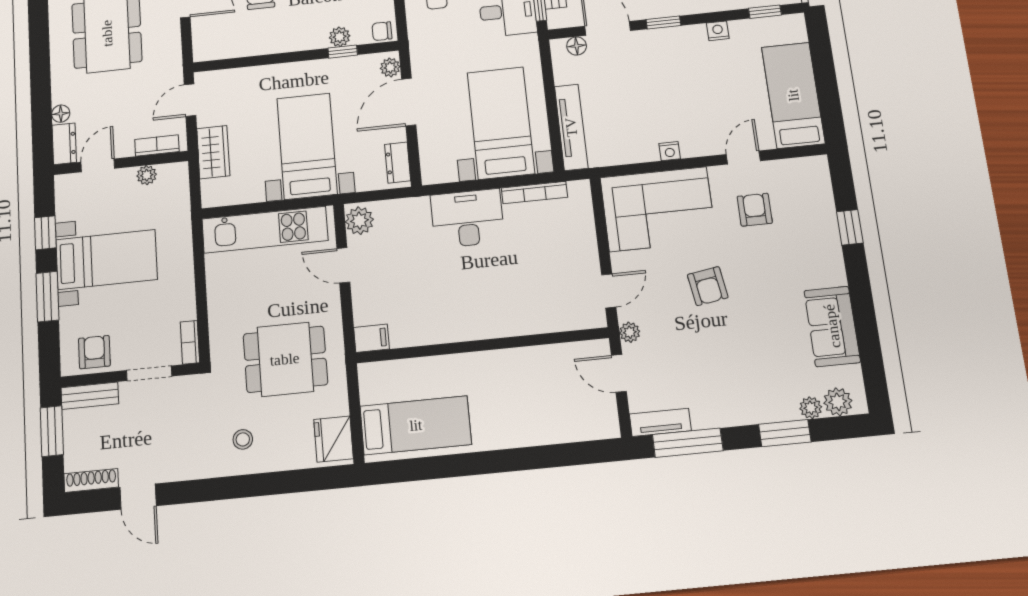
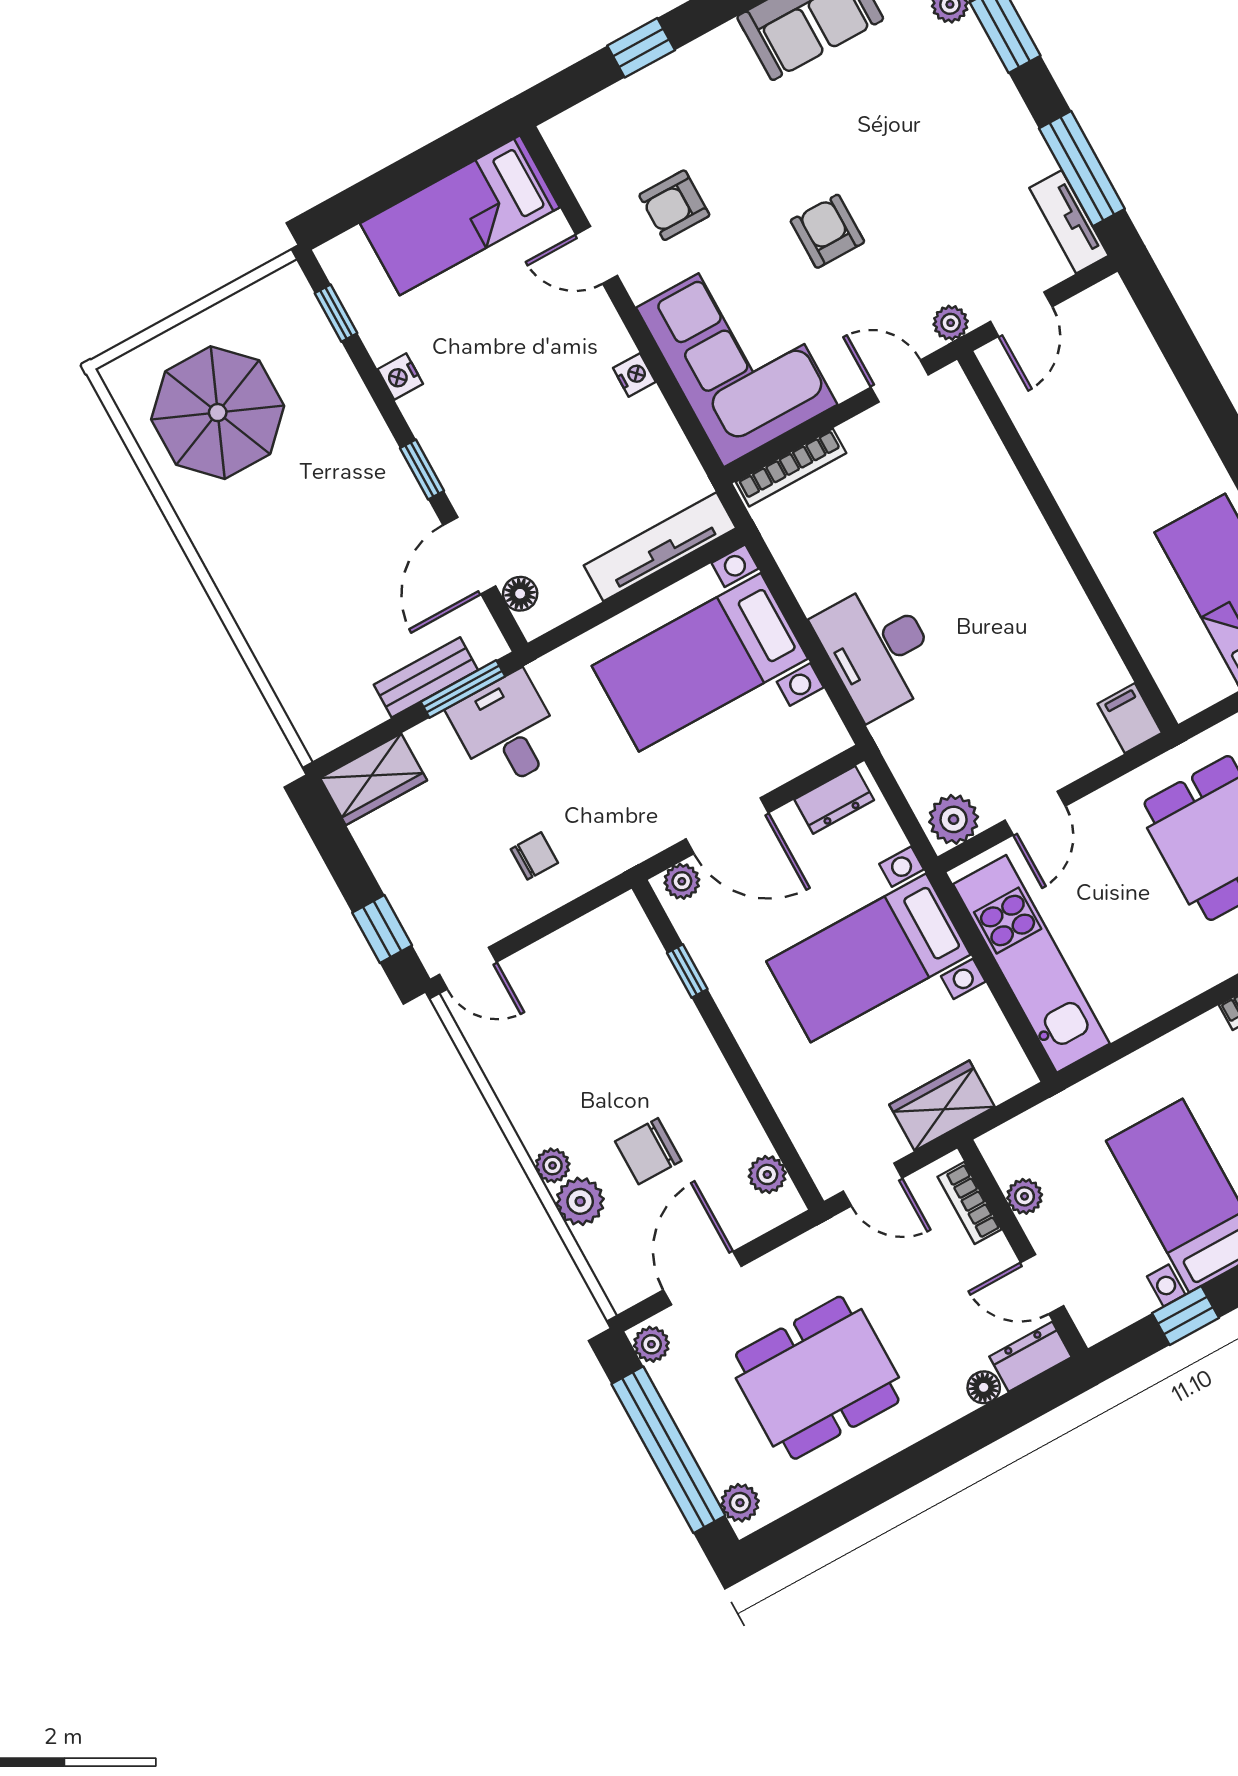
chair: (382, 31) -> (626, 922), removed
plant: (340, 37) -> (767, 1174), moved
bookcase: (534, 193) -> (791, 467), moved, turned 90
armchair: (708, 286) -> (827, 231), turned -81

